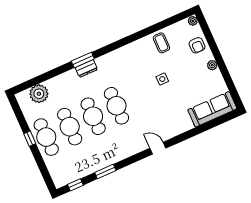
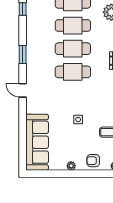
sofa: (212, 109) -> (37, 142), width x1.36, depth x1.27
door: (158, 148) -> (23, 90), swing flipped
window: (105, 172) -> (23, 55), moved

